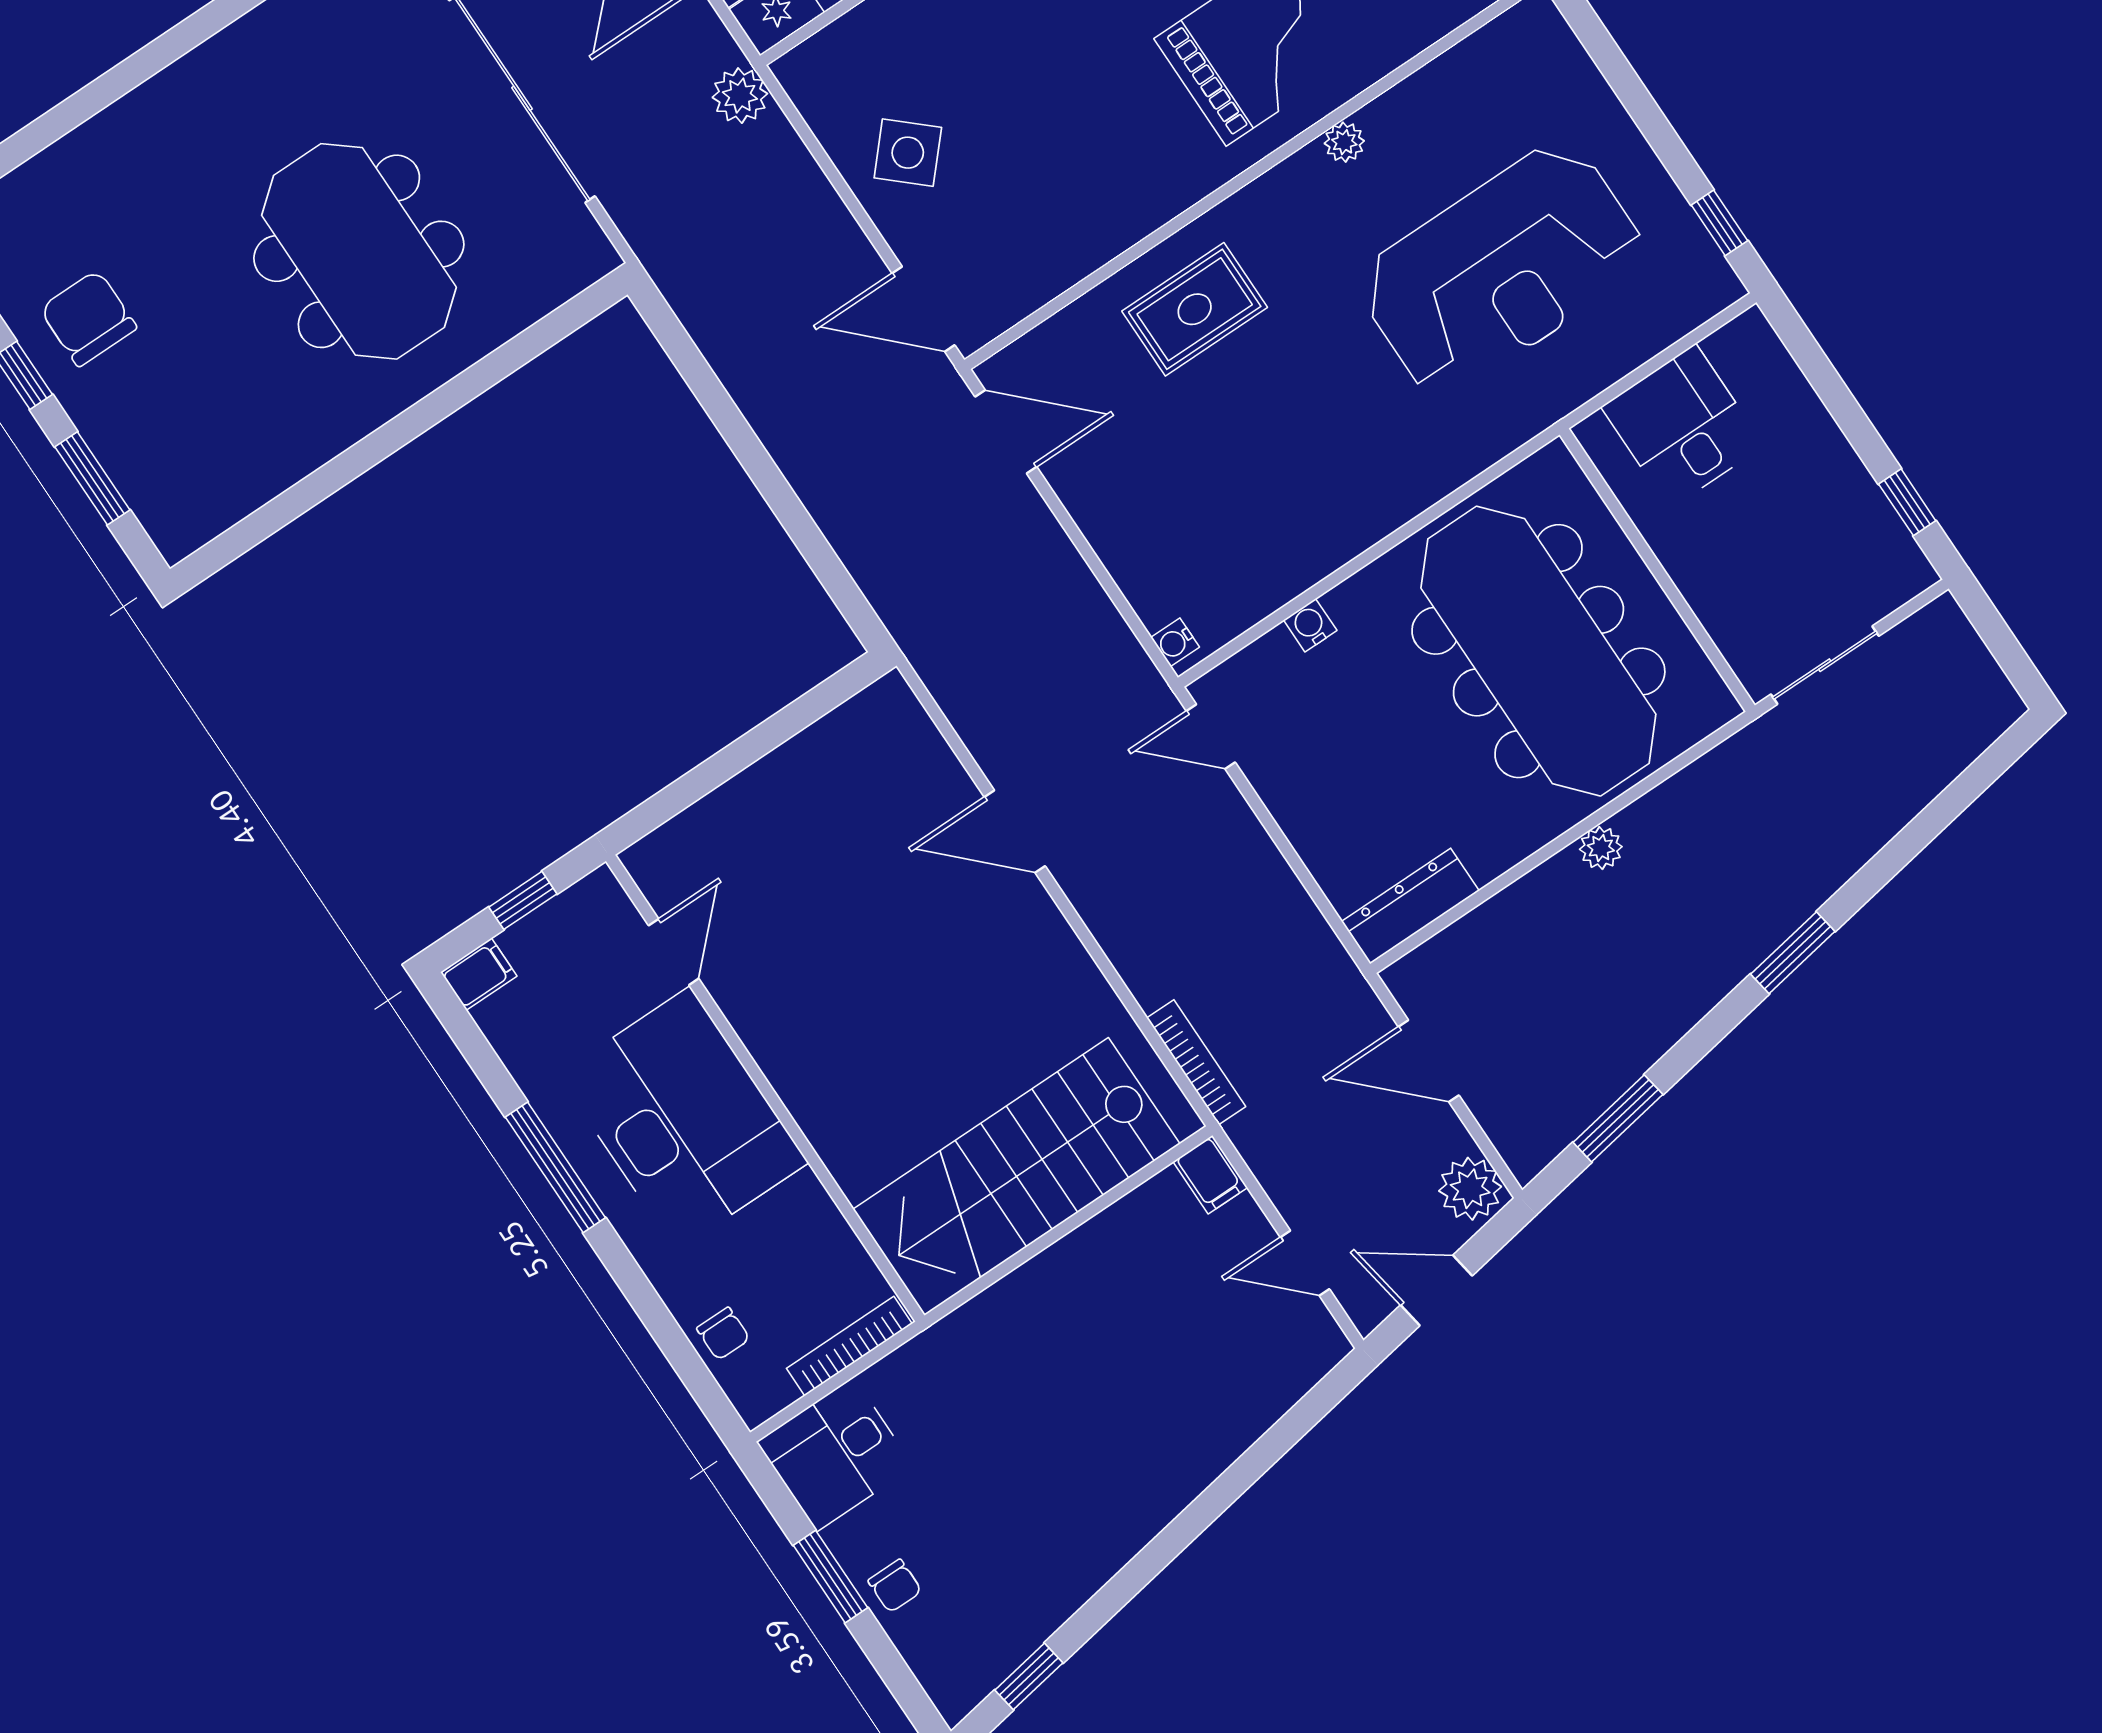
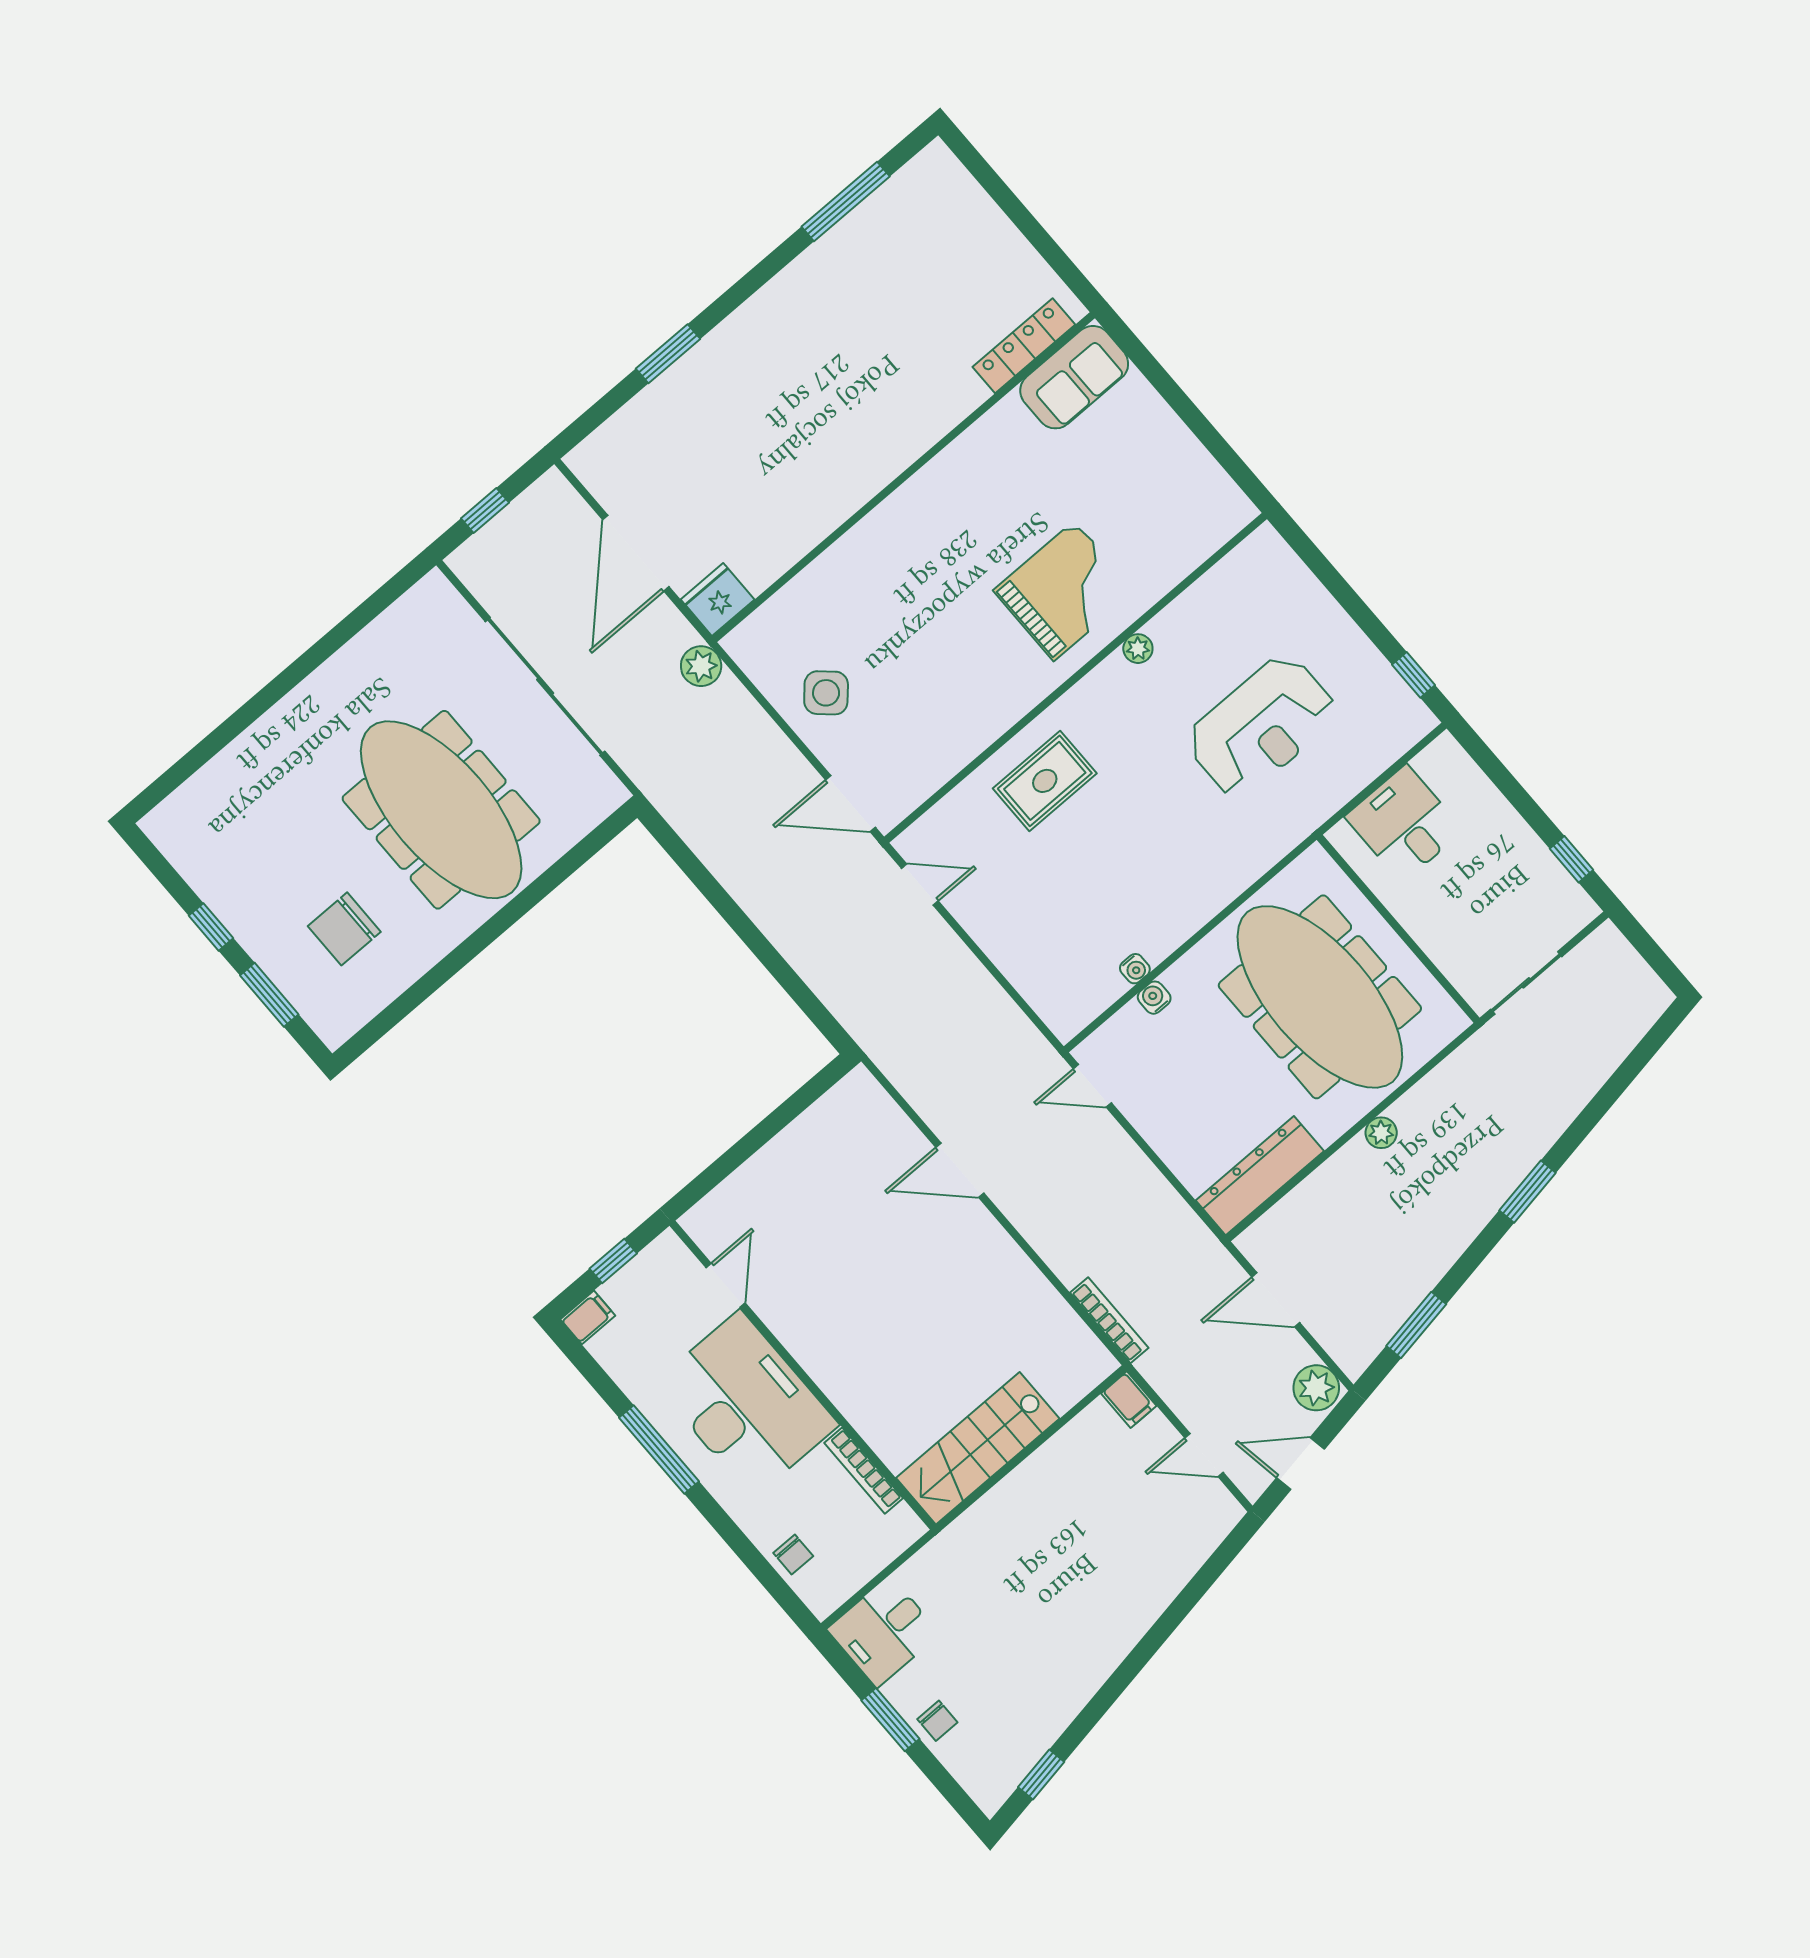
meeting table: (359, 251) -> (441, 810), width x1.36
reception desk: (1502, 269) -> (1262, 726), width x0.74, depth x0.77
chair: (88, 318) -> (344, 929), moved, turned -90
door: (1006, 432) -> (920, 885), width x0.73
water cooler: (1175, 642) -> (1135, 969), moved, turned -90
dresser: (1410, 906) -> (1260, 1176), width x1.37, depth x1.24
stairs: (1016, 1176) -> (978, 1448), width x0.73, depth x0.66
bookcase: (849, 1346) -> (864, 1471), moved, turned -90

